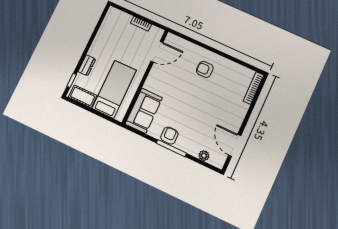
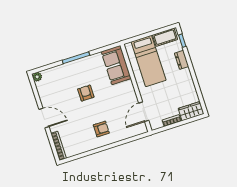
wardrobe: (118, 17) -> (191, 111), added
armchair: (169, 136) -> (86, 93), moved, turned 180
door: (235, 145) -> (44, 118), moved
plant: (204, 156) -> (37, 77), moved

